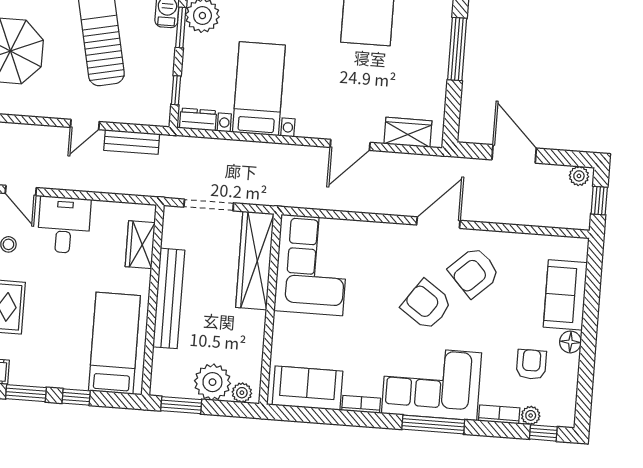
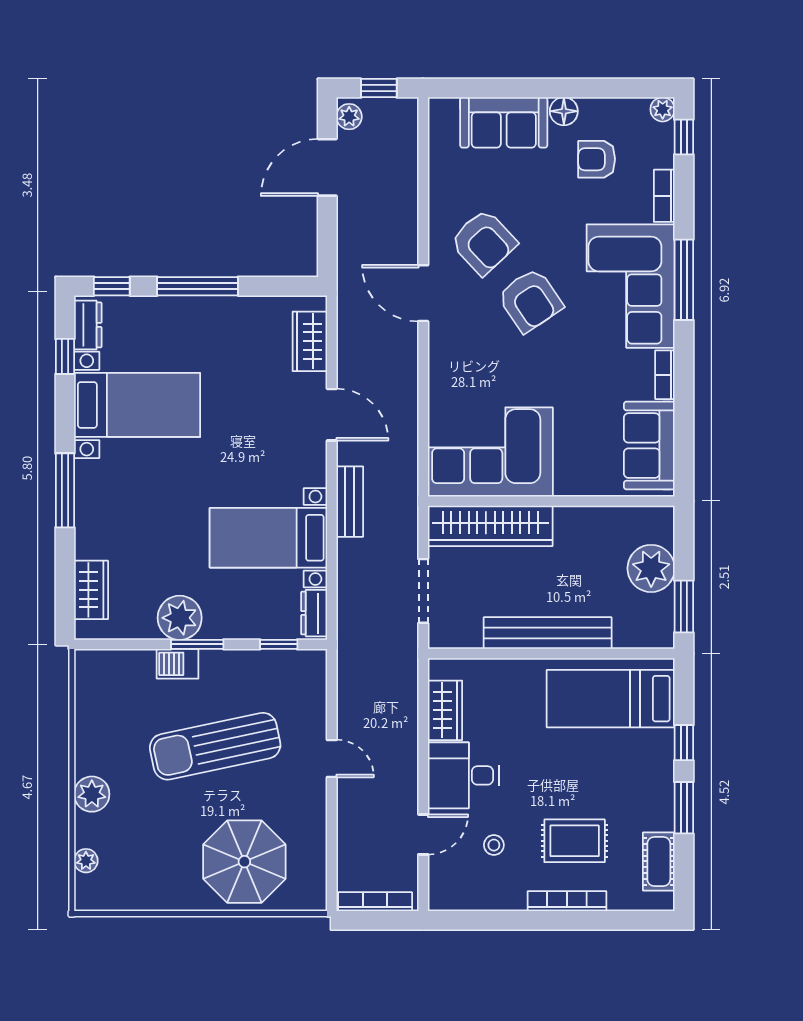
bench: (132, 142) -> (350, 502), moved
door: (514, 154) -> (327, 167), moved
wardrobe: (140, 245) -> (445, 710), moved, turned -90
armchair: (427, 305) -> (530, 300), turned -69
plant: (242, 393) -> (662, 530), removed
plant: (531, 415) -> (663, 109), moved

